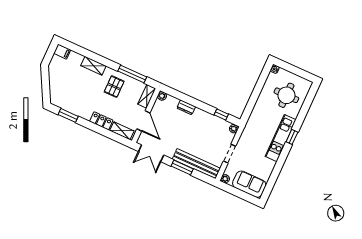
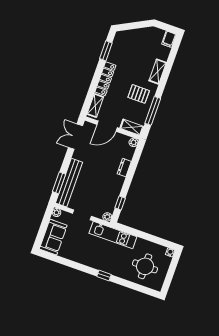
locker: (101, 121) -> (105, 79), width x1.53
kitchen unit: (281, 138) -> (113, 235), moved, turned 180
window: (182, 167) -> (59, 183), moved

